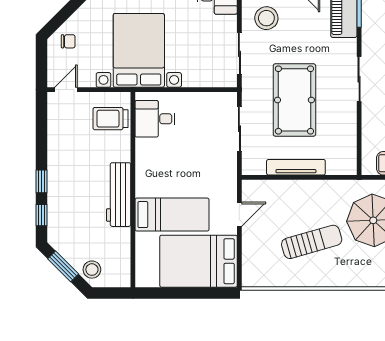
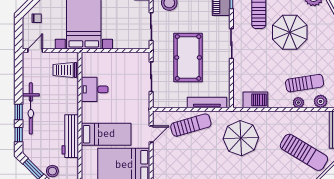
desk: (155, 119) -> (95, 89), moved
tv unit: (296, 167) -> (207, 103), moved
bicycle: (60, 176) -> (31, 108), added
workbench: (119, 195) -> (70, 136), moved
sun lounger: (312, 242) -> (191, 125), moved

